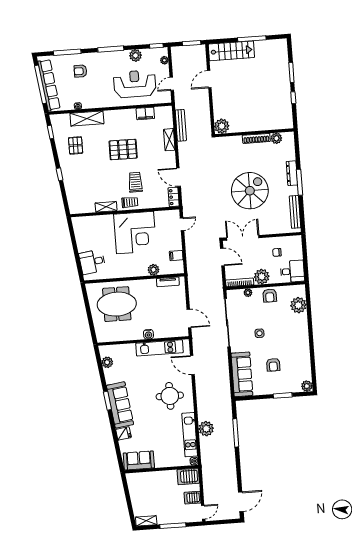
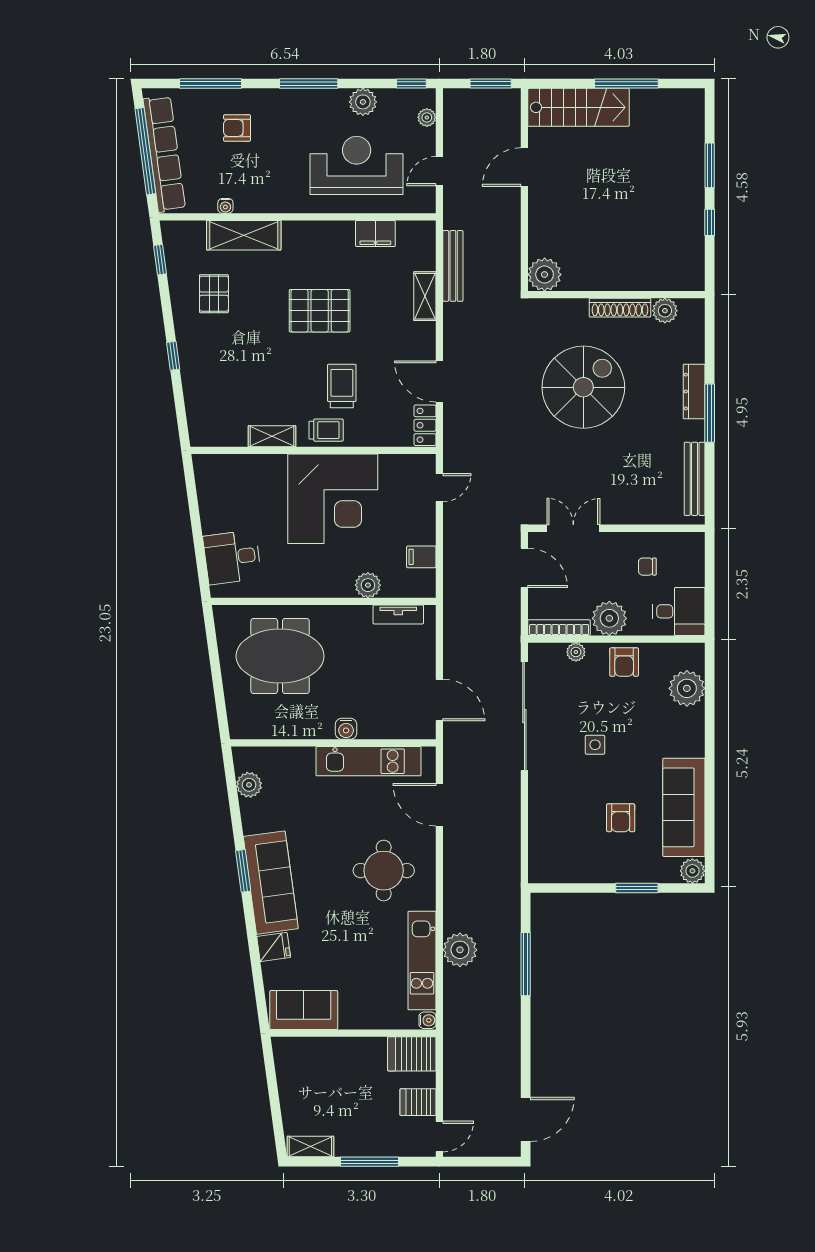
spiral stairs: (250, 191) -> (583, 387), moved
double door: (243, 238) -> (573, 528), width x0.73
sofa: (242, 374) -> (684, 807), moved, turned 180

